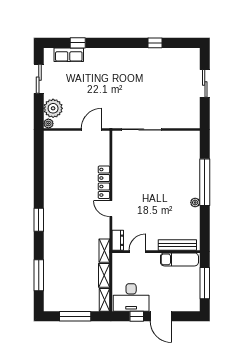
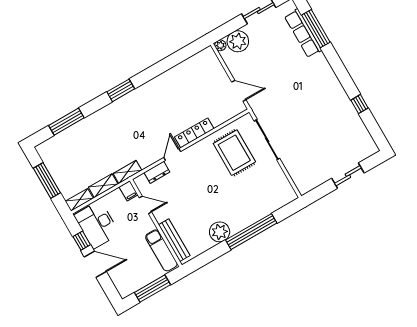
window: (78, 43) -> (316, 29), width x2.17
row of seats: (69, 55) -> (303, 33), width x1.48
rug: (137, 160) -> (234, 153), added
plant: (195, 202) -> (220, 232), width x1.88, depth x1.88
dresser: (118, 240) -> (157, 172), moved
filing cabinet: (119, 258) -> (129, 191), added
door: (161, 316) -> (95, 264), swing flipped

